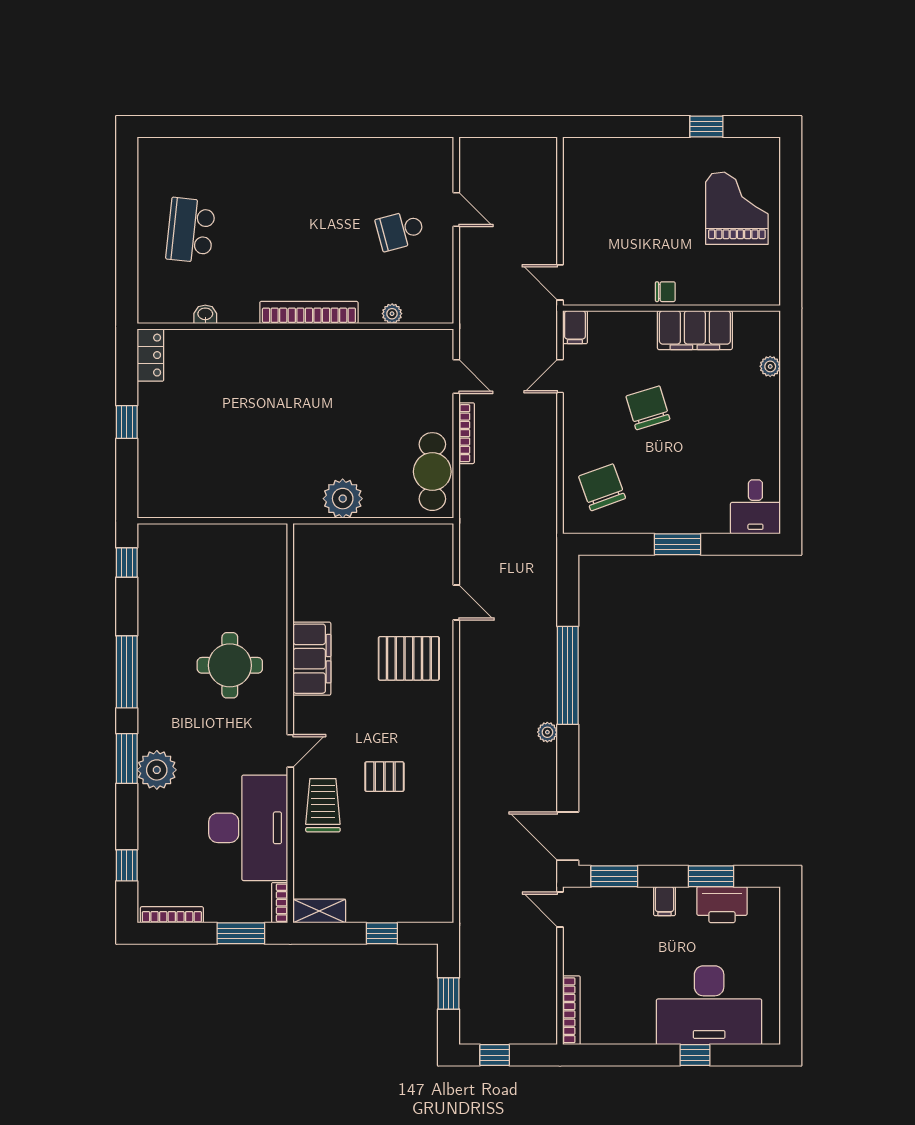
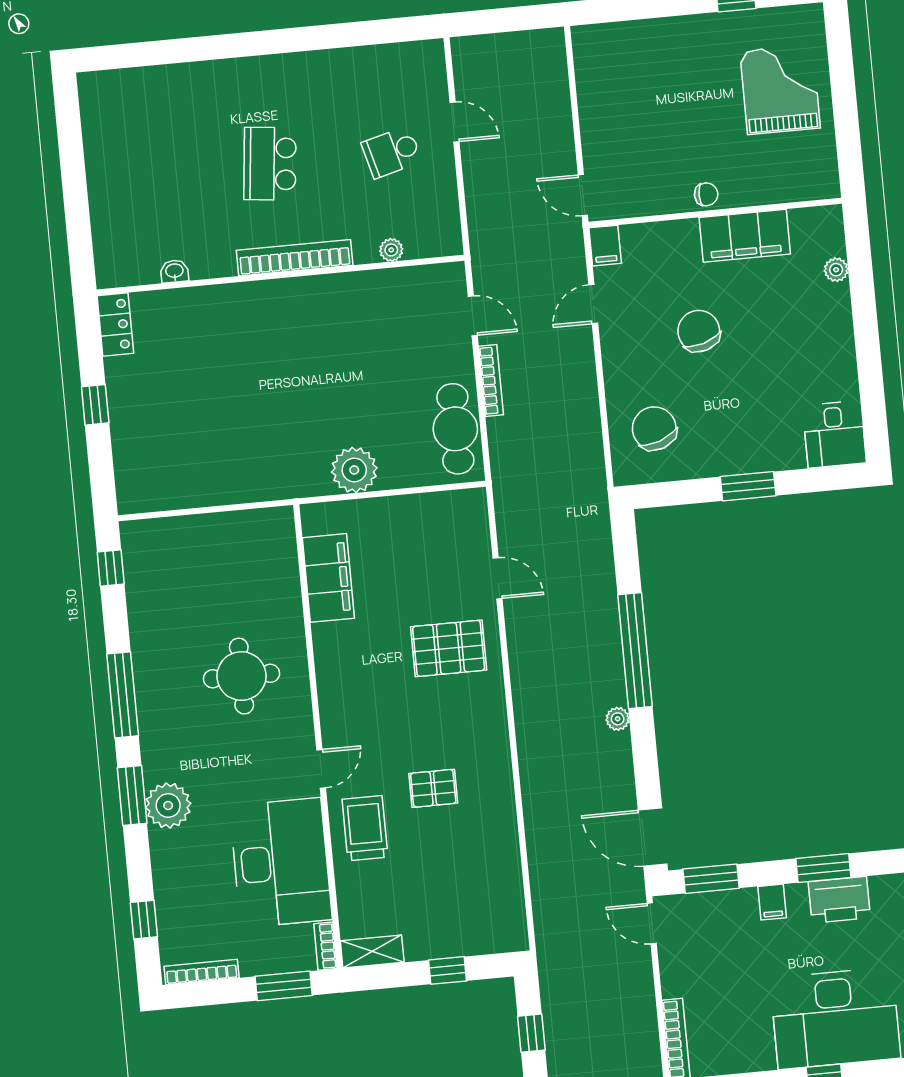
school desk: (191, 230) -> (270, 164), moved
filing cabinet: (312, 659) -> (328, 578), moved

